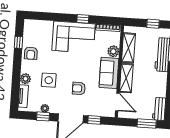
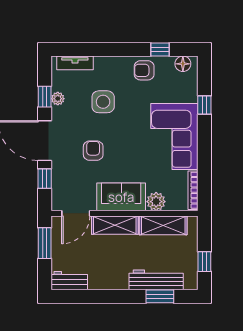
window: (83, 19) -> (204, 105), moved
floor lamp: (28, 29) -> (183, 64), added
plant: (25, 79) -> (103, 65), removed
window: (147, 124) -> (45, 243), moved

